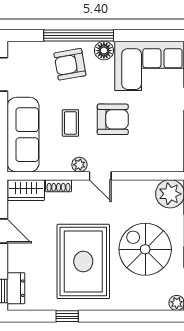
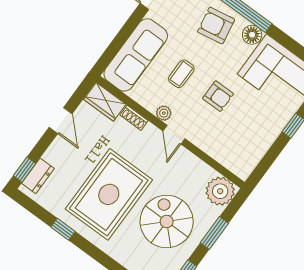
armchair: (113, 119) -> (218, 96), width x0.72, depth x0.72

